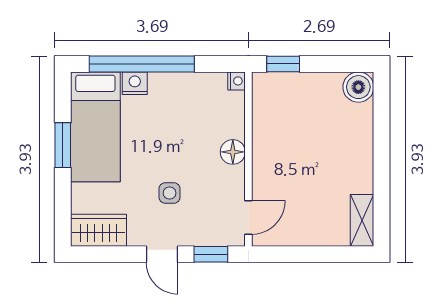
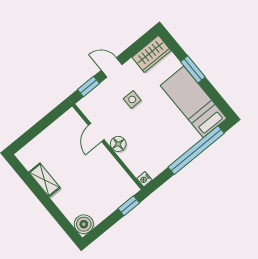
nightstand: (135, 83) -> (192, 138), removed
window: (63, 145) -> (193, 69), moved
door: (248, 217) -> (96, 133), moved
shelving: (362, 220) -> (44, 180), moved

